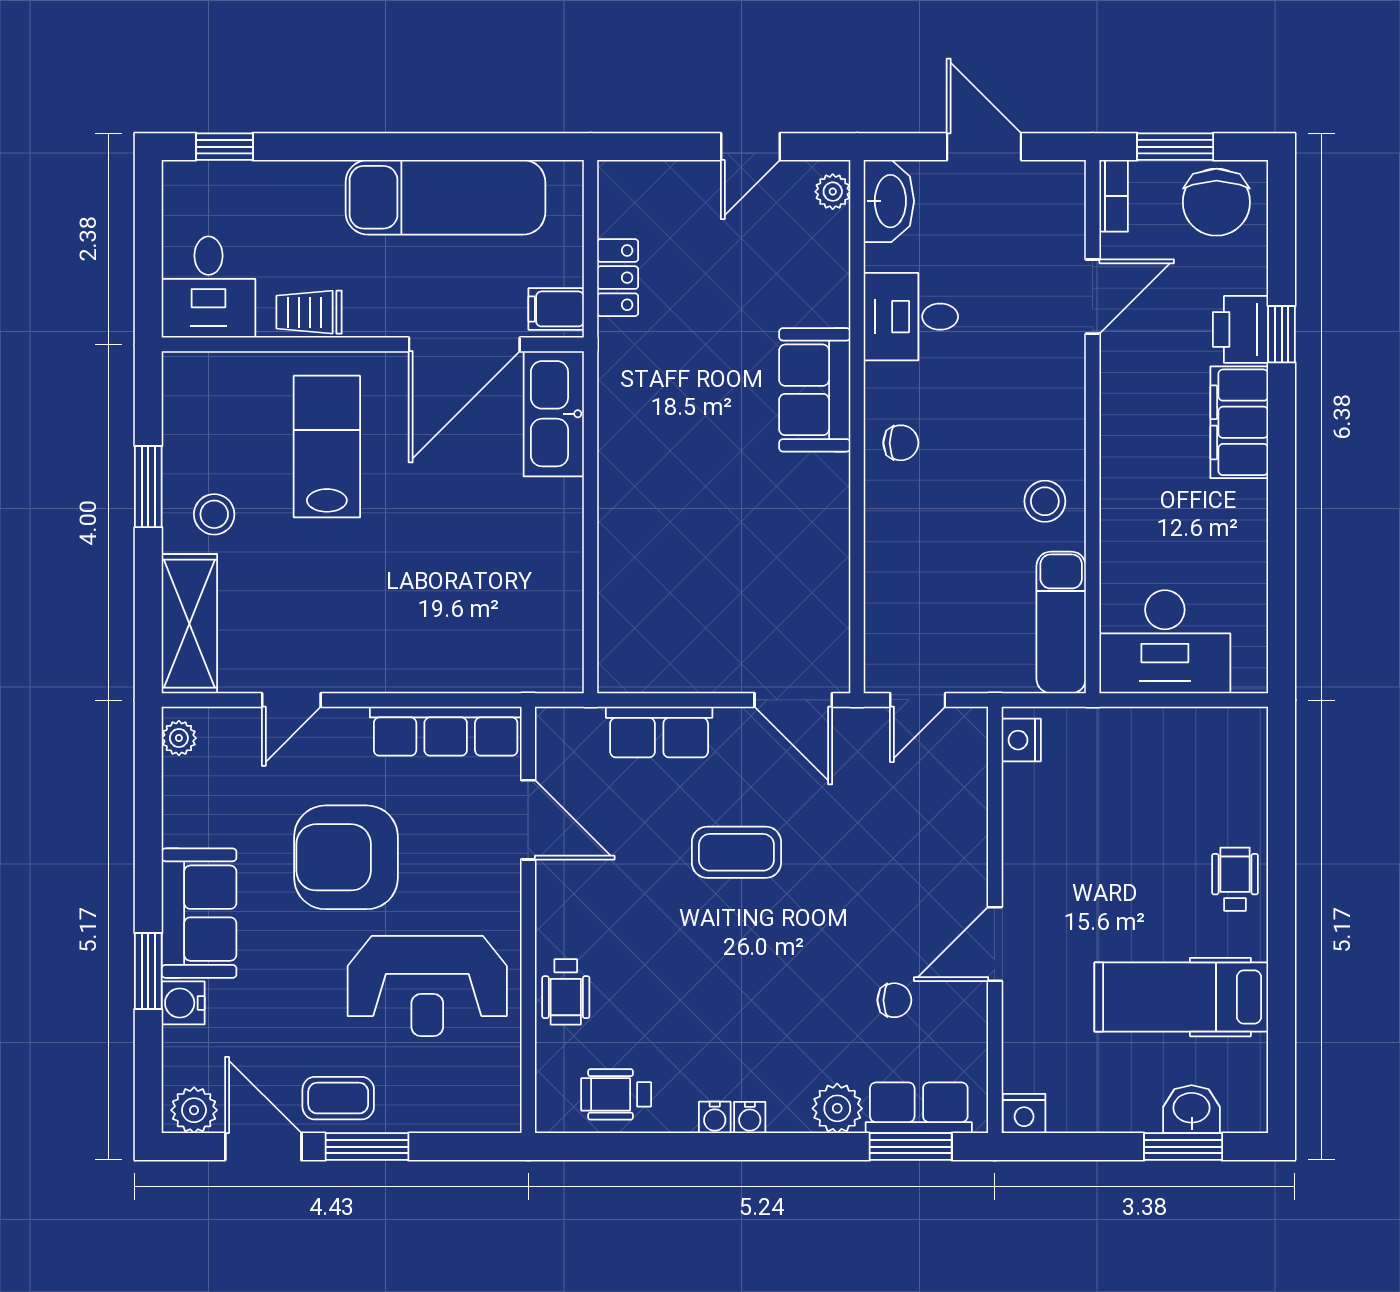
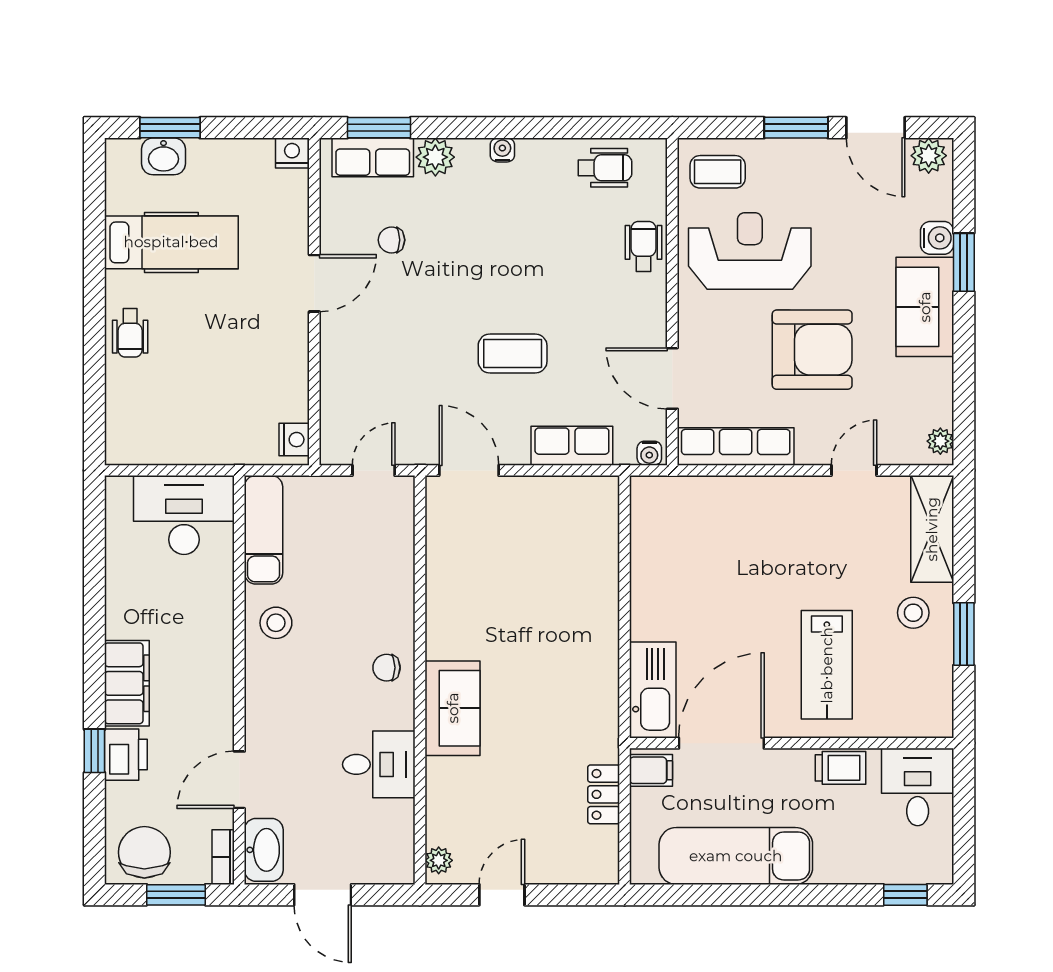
washbasin: (889, 201) -> (264, 850), moved, turned 180
coffee table: (338, 1098) -> (718, 172), moved
water cooler: (715, 1117) -> (649, 453), moved, turned 180

